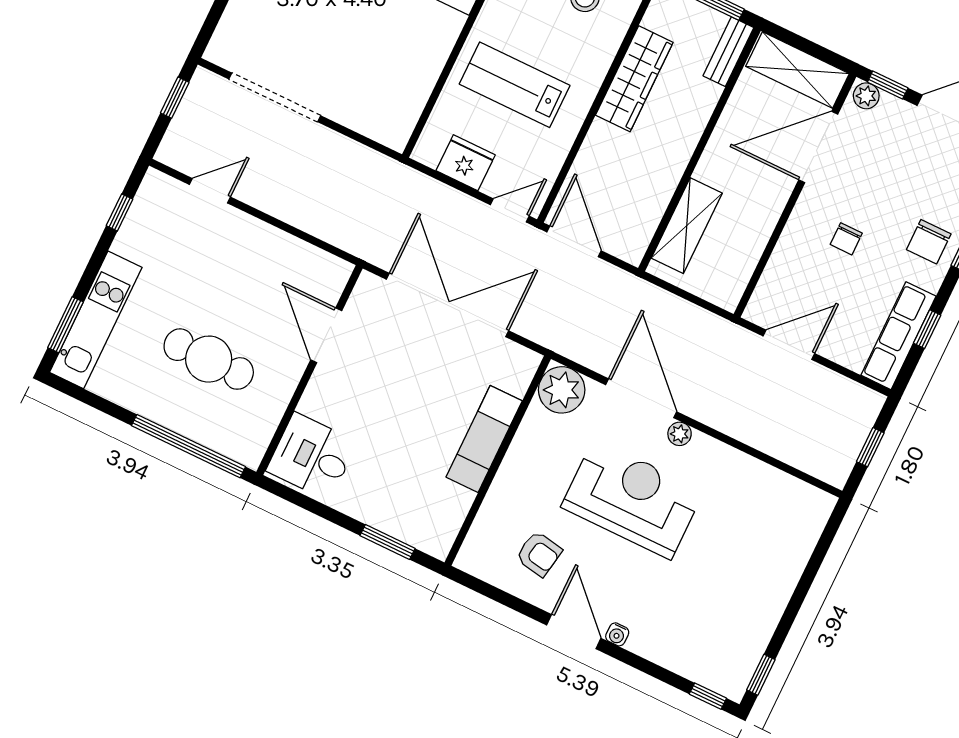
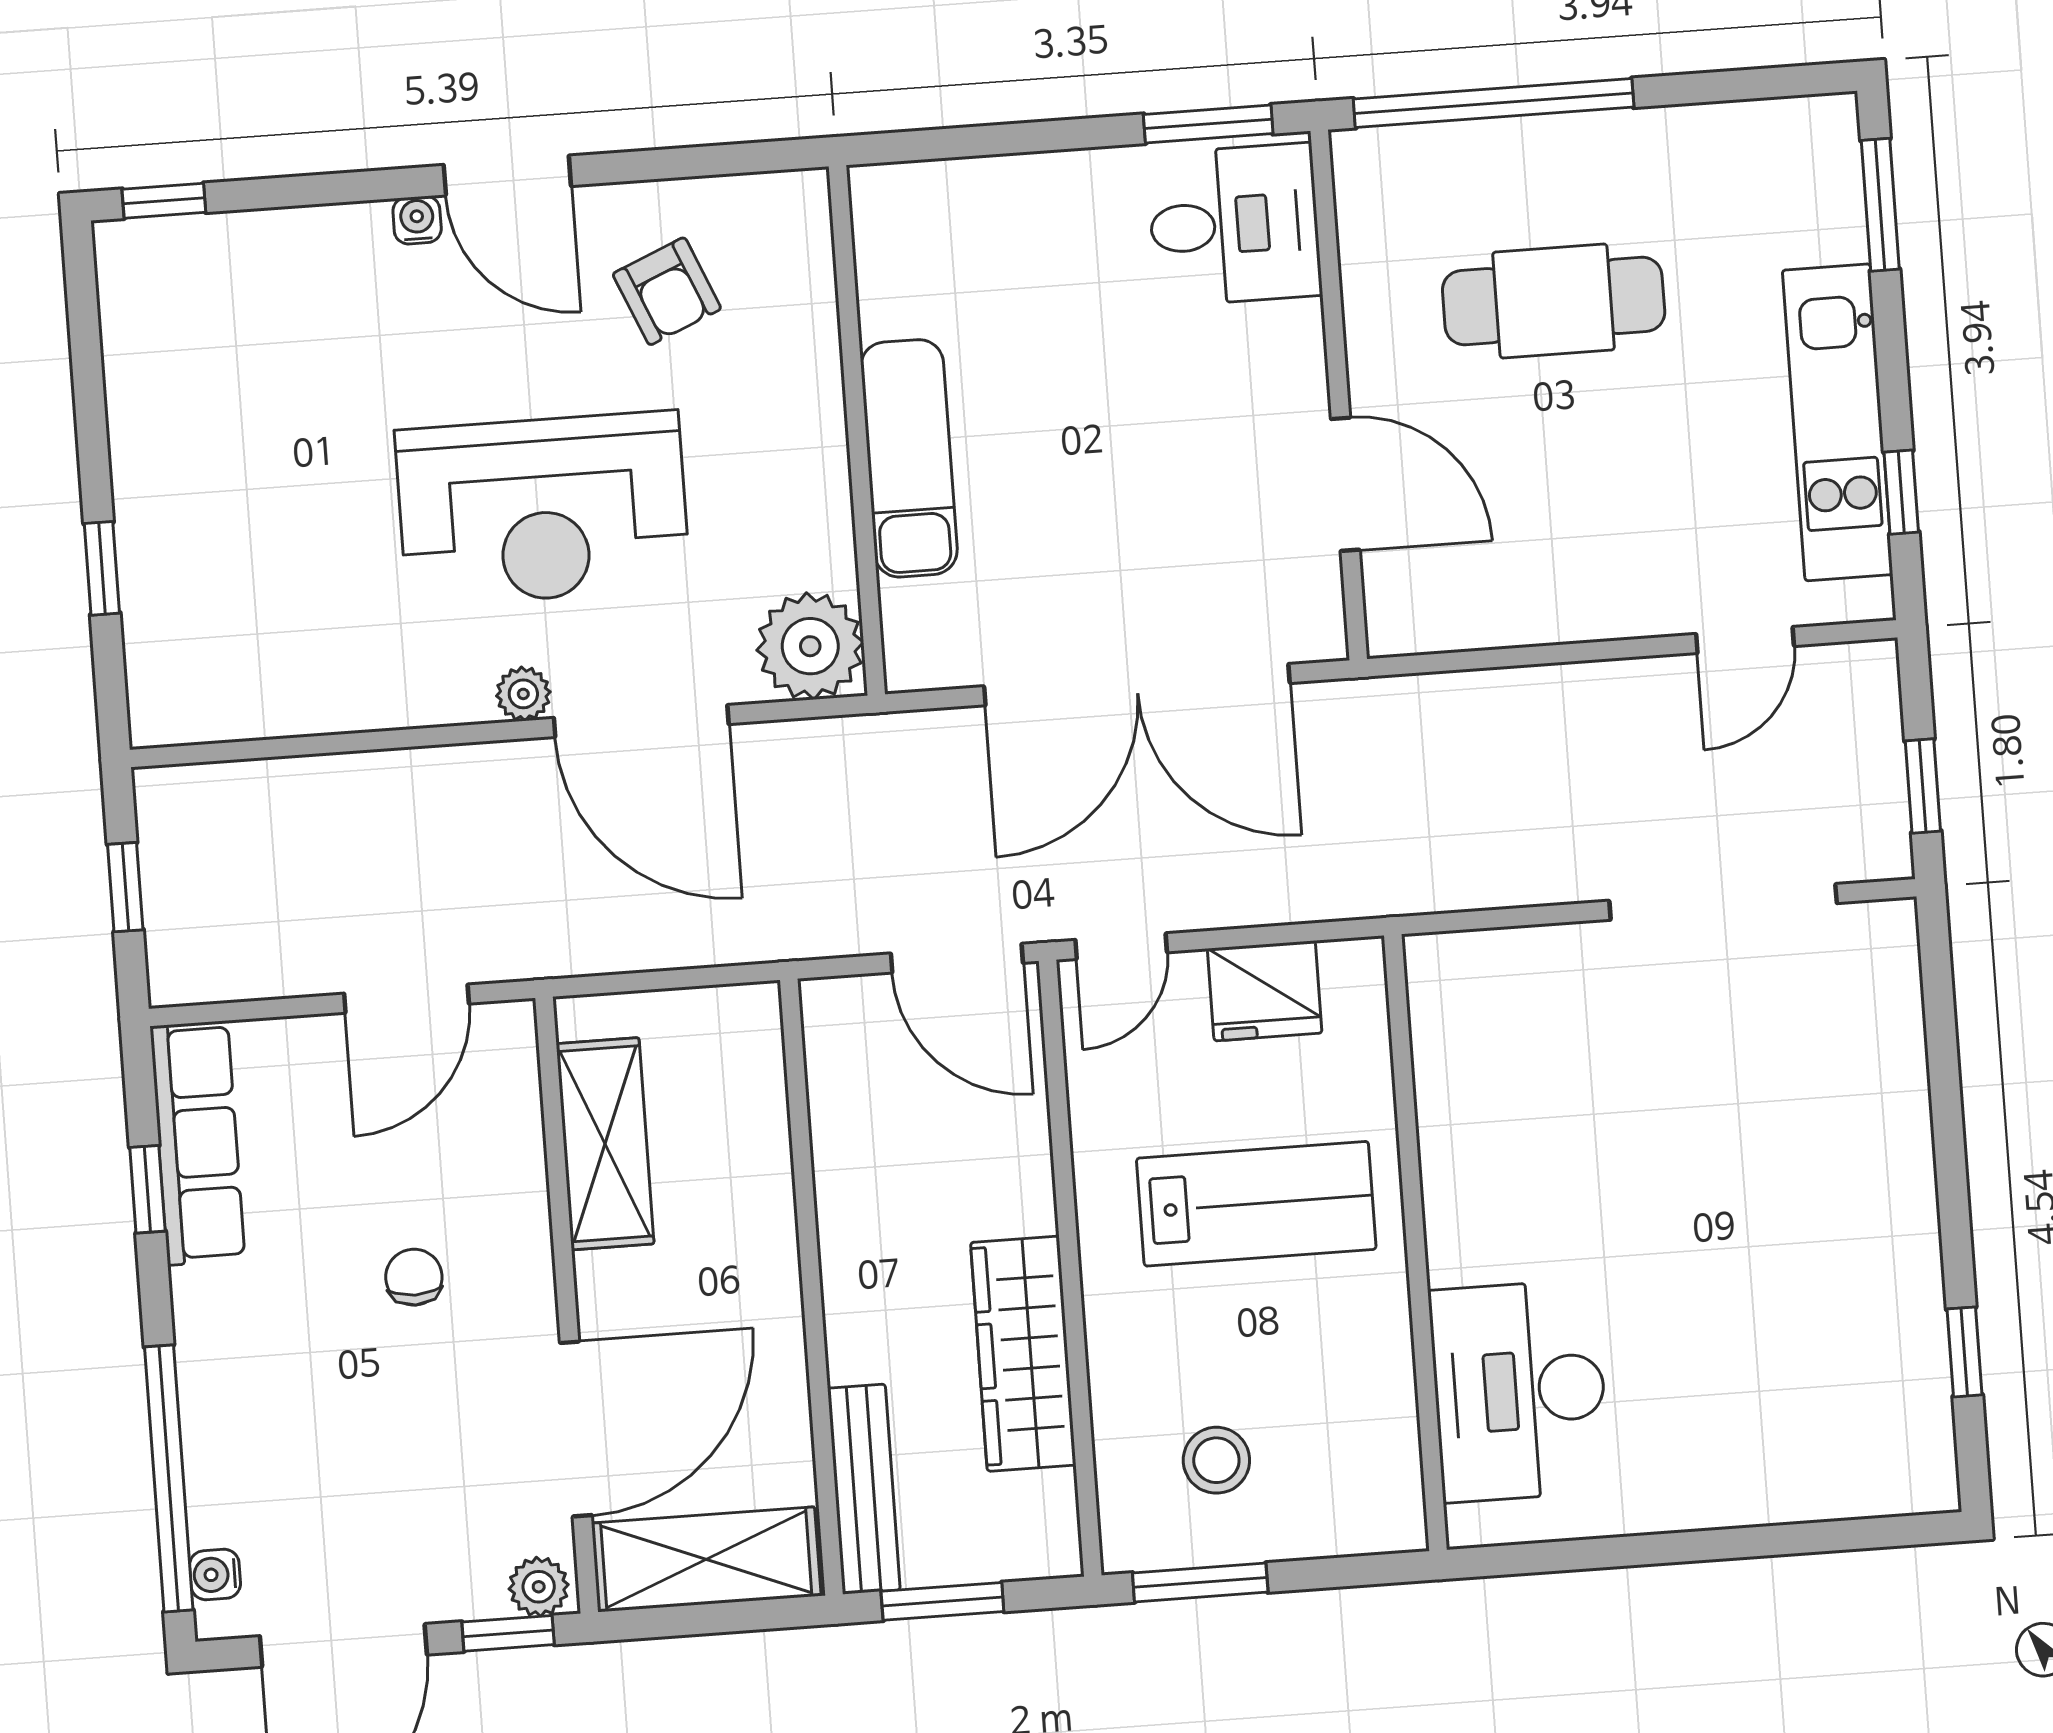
bench: (728, 52) -> (864, 1489), width x1.36
shelving: (687, 226) -> (605, 1144), moved
chair: (929, 242) -> (245, 1366), removed
kitchen unit: (96, 320) -> (1838, 422), moved
window: (388, 542) -> (1208, 124), moved
armchair: (539, 554) -> (667, 291), turned -123
window: (761, 675) -> (102, 568), moved

